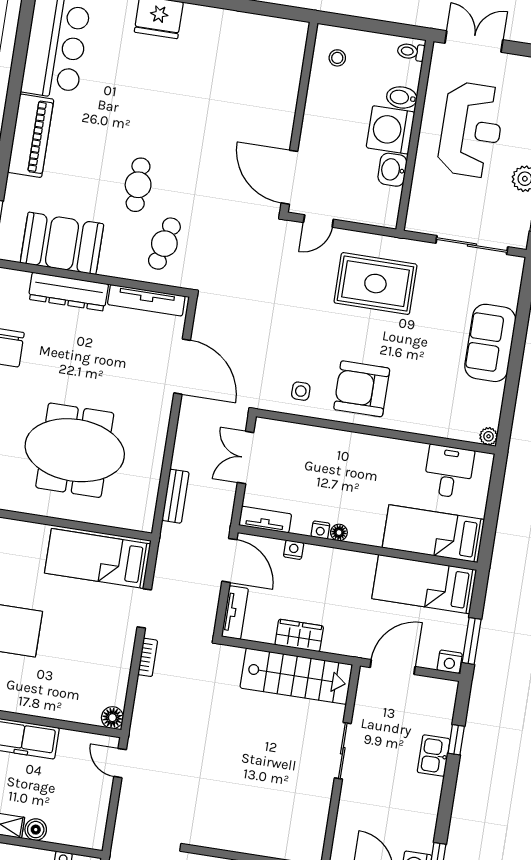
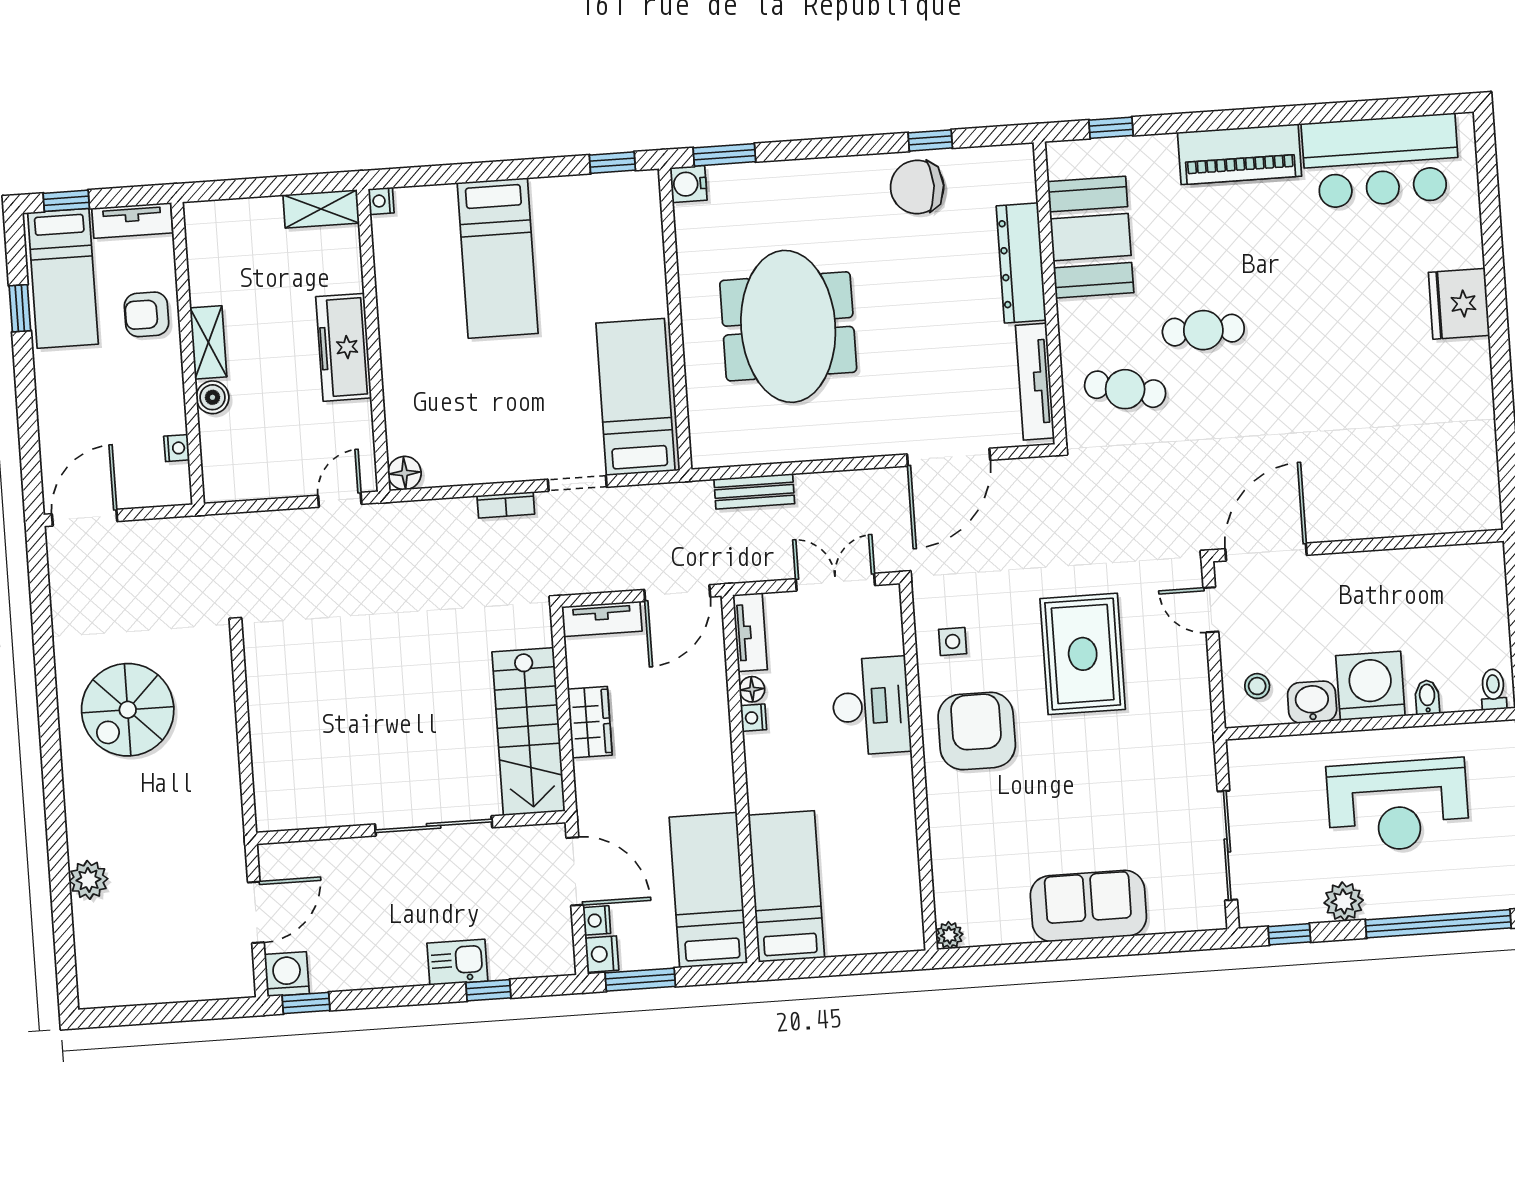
stool: (337, 58) -> (1257, 686), moved
bidet: (402, 97) -> (1427, 697), width x0.72, depth x0.74
rug: (375, 284) -> (1083, 654), moved
desk: (449, 471) -> (871, 706), moved, width x1.37
floor lamp: (339, 532) -> (752, 689), moved
nightstand: (294, 550) -> (597, 920), moved, turned 180
sliding door: (343, 751) -> (434, 826), width x1.37

